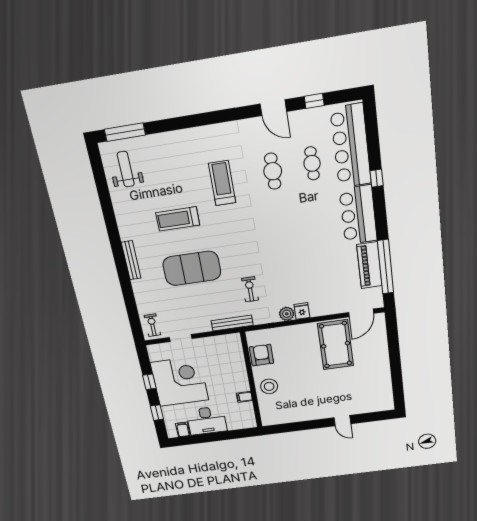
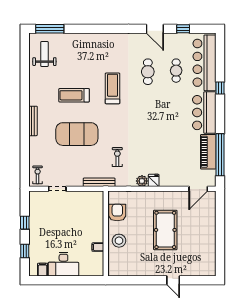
treadmill: (222, 183) -> (113, 88), moved
pool table: (336, 345) -> (165, 230), moved
corner desk: (180, 381) -> (49, 226), removed

